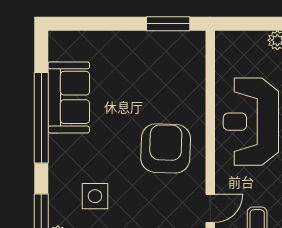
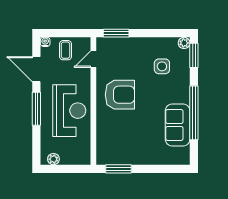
armchair: (166, 148) -> (120, 95), turned -92

